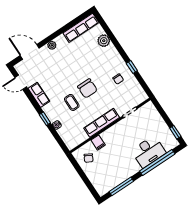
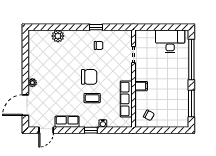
row of seats: (81, 28) -> (34, 48), removed
row of seats: (102, 123) -> (126, 99), moved
window: (175, 132) -> (176, 27), removed
filing cabinet: (98, 143) -> (141, 86), moved
desk: (149, 152) -> (170, 41), moved, turned -90

